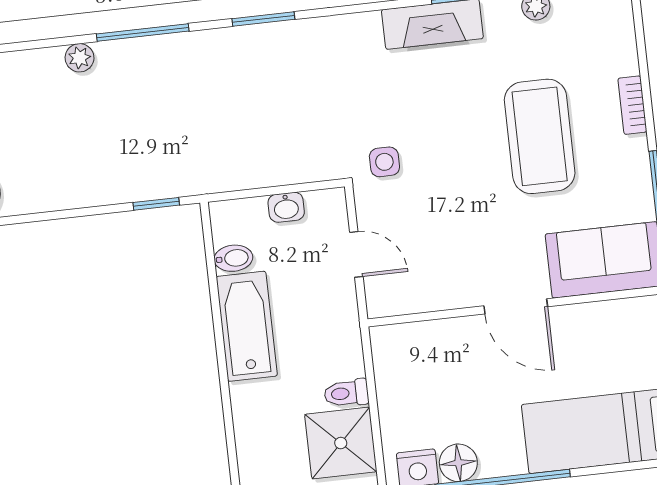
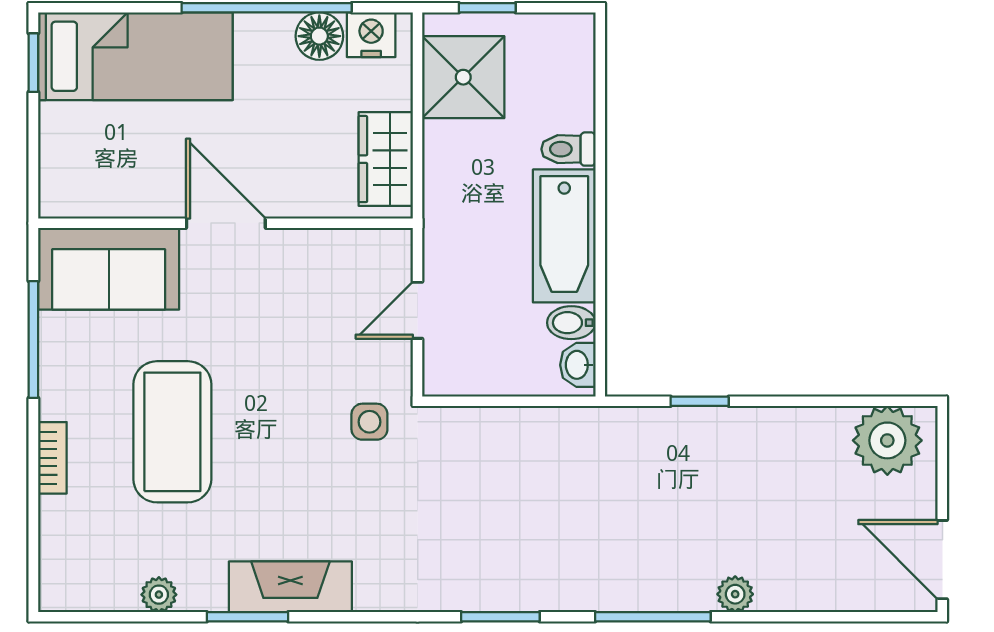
window: (156, 204) -> (700, 401), moved
washbasin: (286, 207) -> (578, 365), moved, turned -90
door: (356, 254) -> (418, 310), hinge flipped
wardrobe: (395, 371) -> (386, 159), added
toilet: (346, 393) -> (568, 149), moved, turned 180

